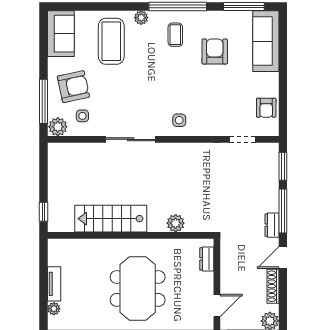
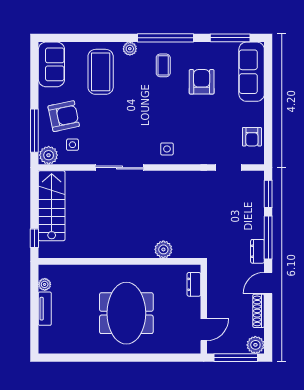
stairs: (111, 219) -> (52, 206), moved, turned 90
plant: (54, 309) -> (45, 284), moved

